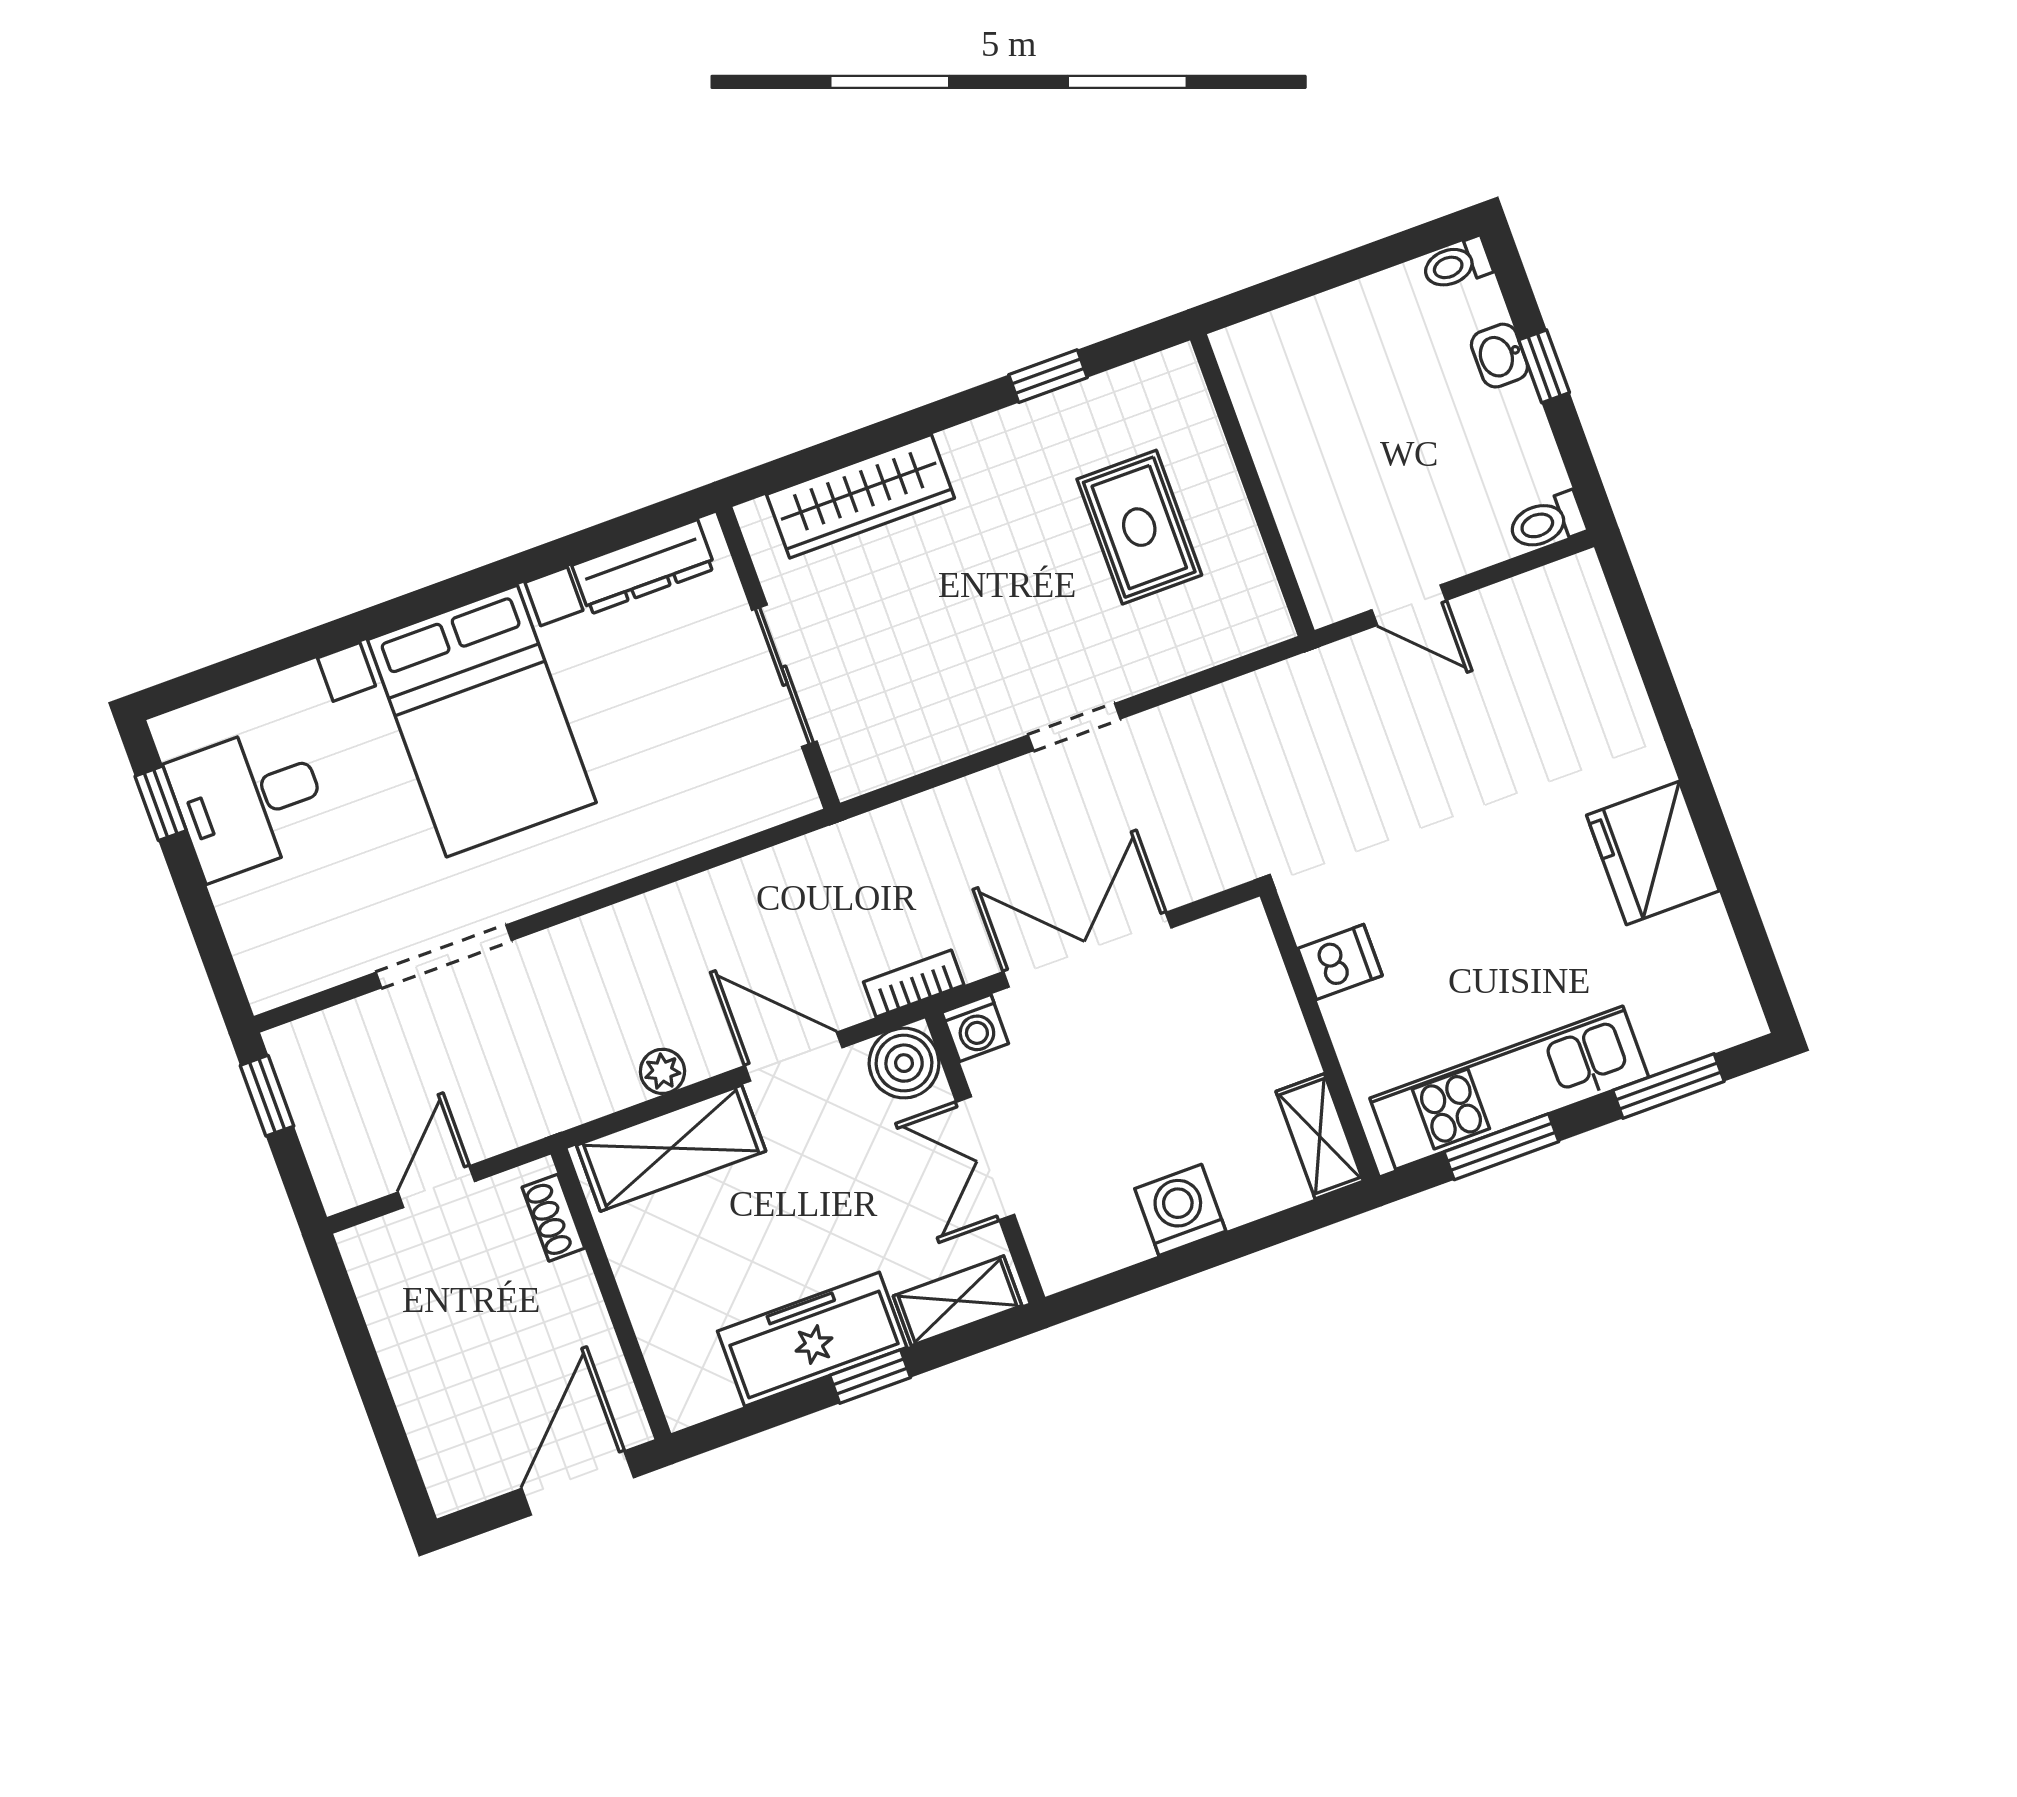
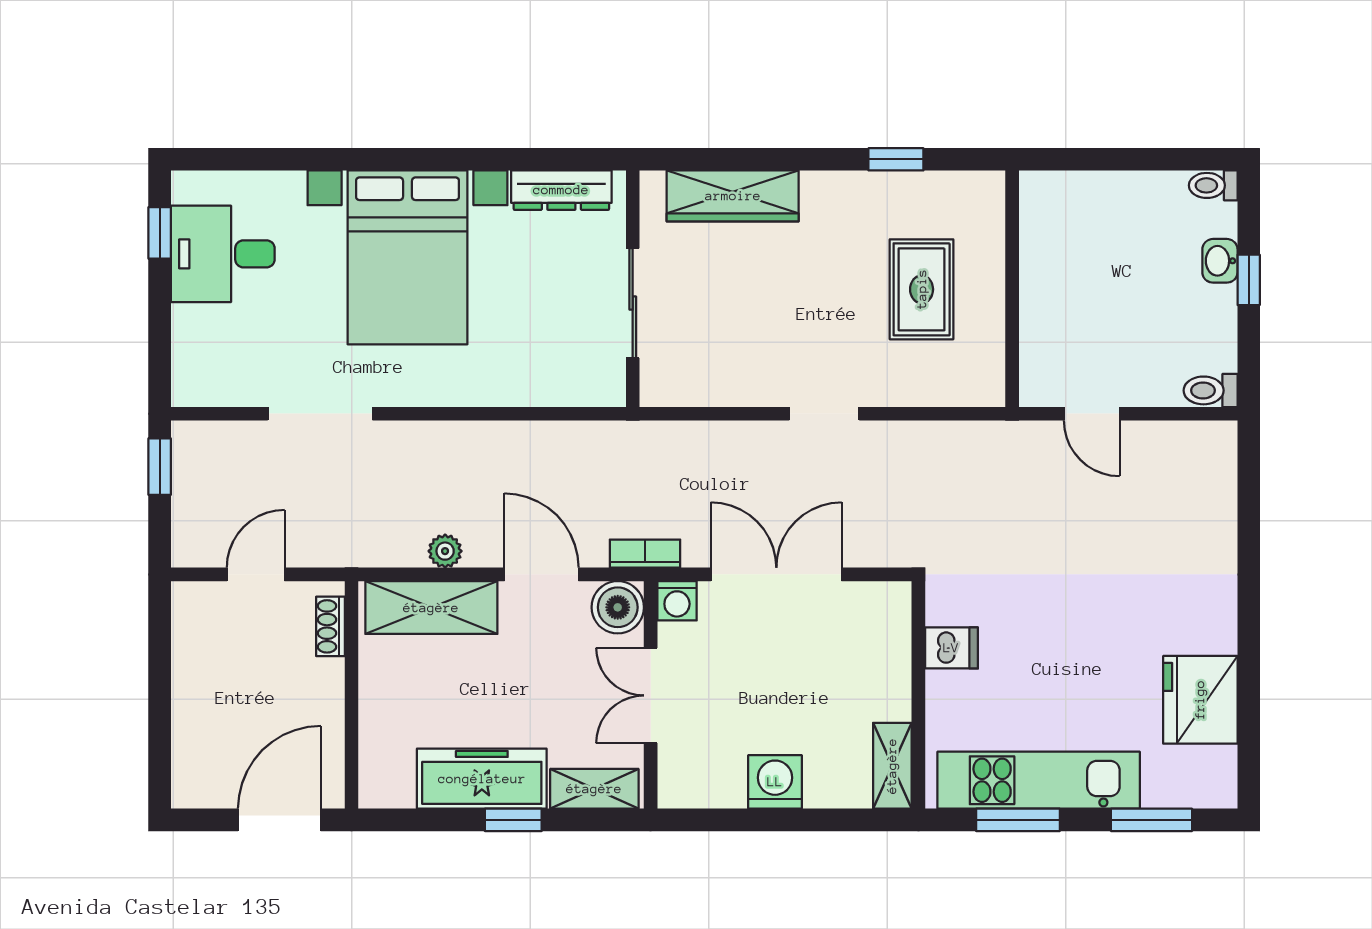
fridge: (1653, 853) -> (1200, 700), moved

